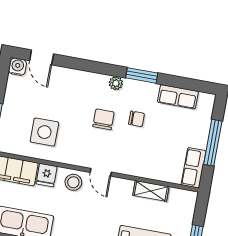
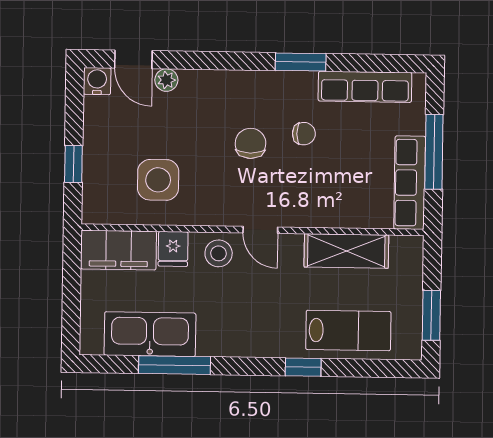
plant: (116, 83) -> (166, 80), moved
row of seats: (178, 97) -> (365, 87), width x1.48
row of seats: (194, 168) -> (410, 183), width x1.48
shelving: (151, 191) -> (346, 251), width x1.50, depth x1.33

